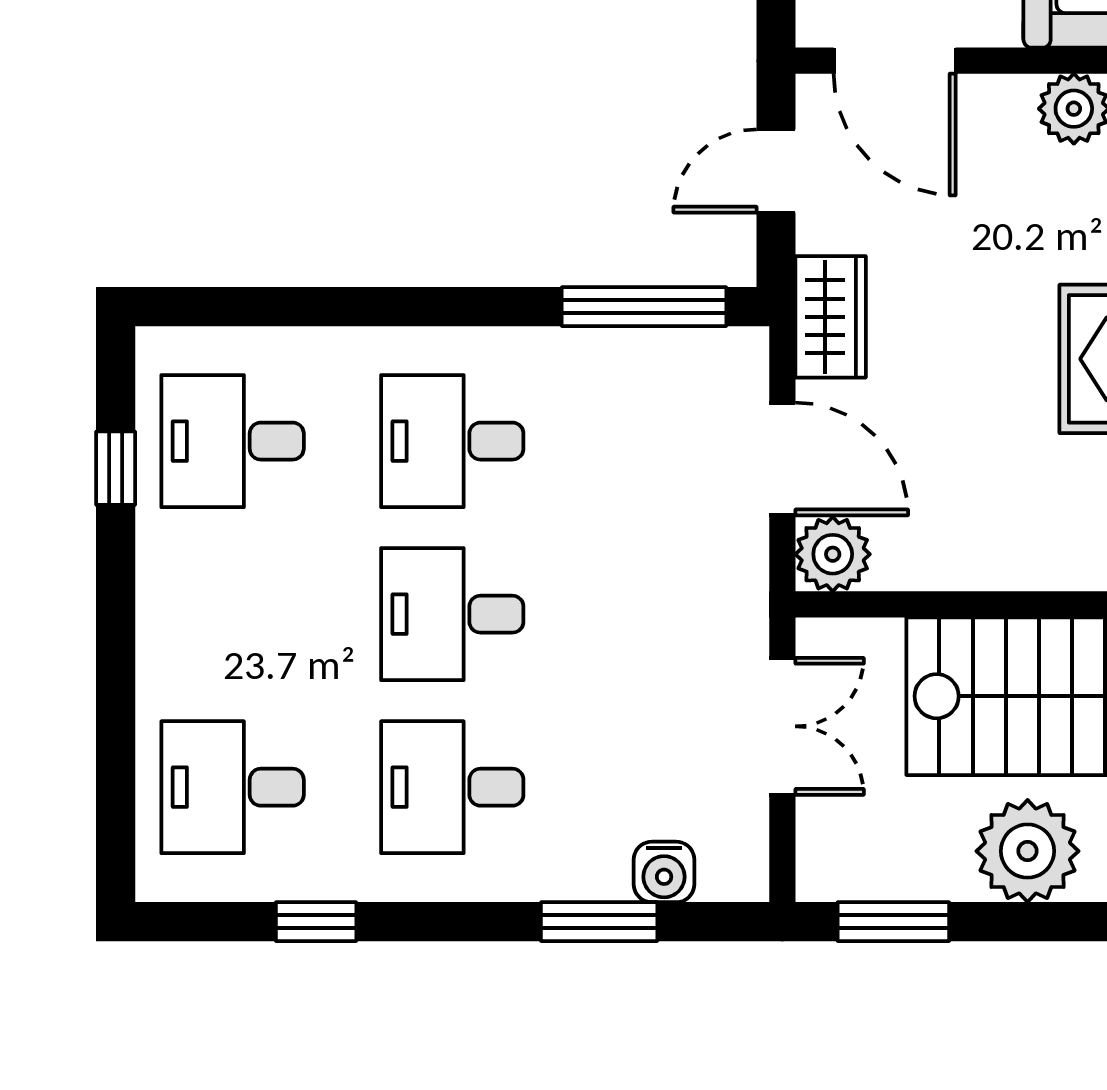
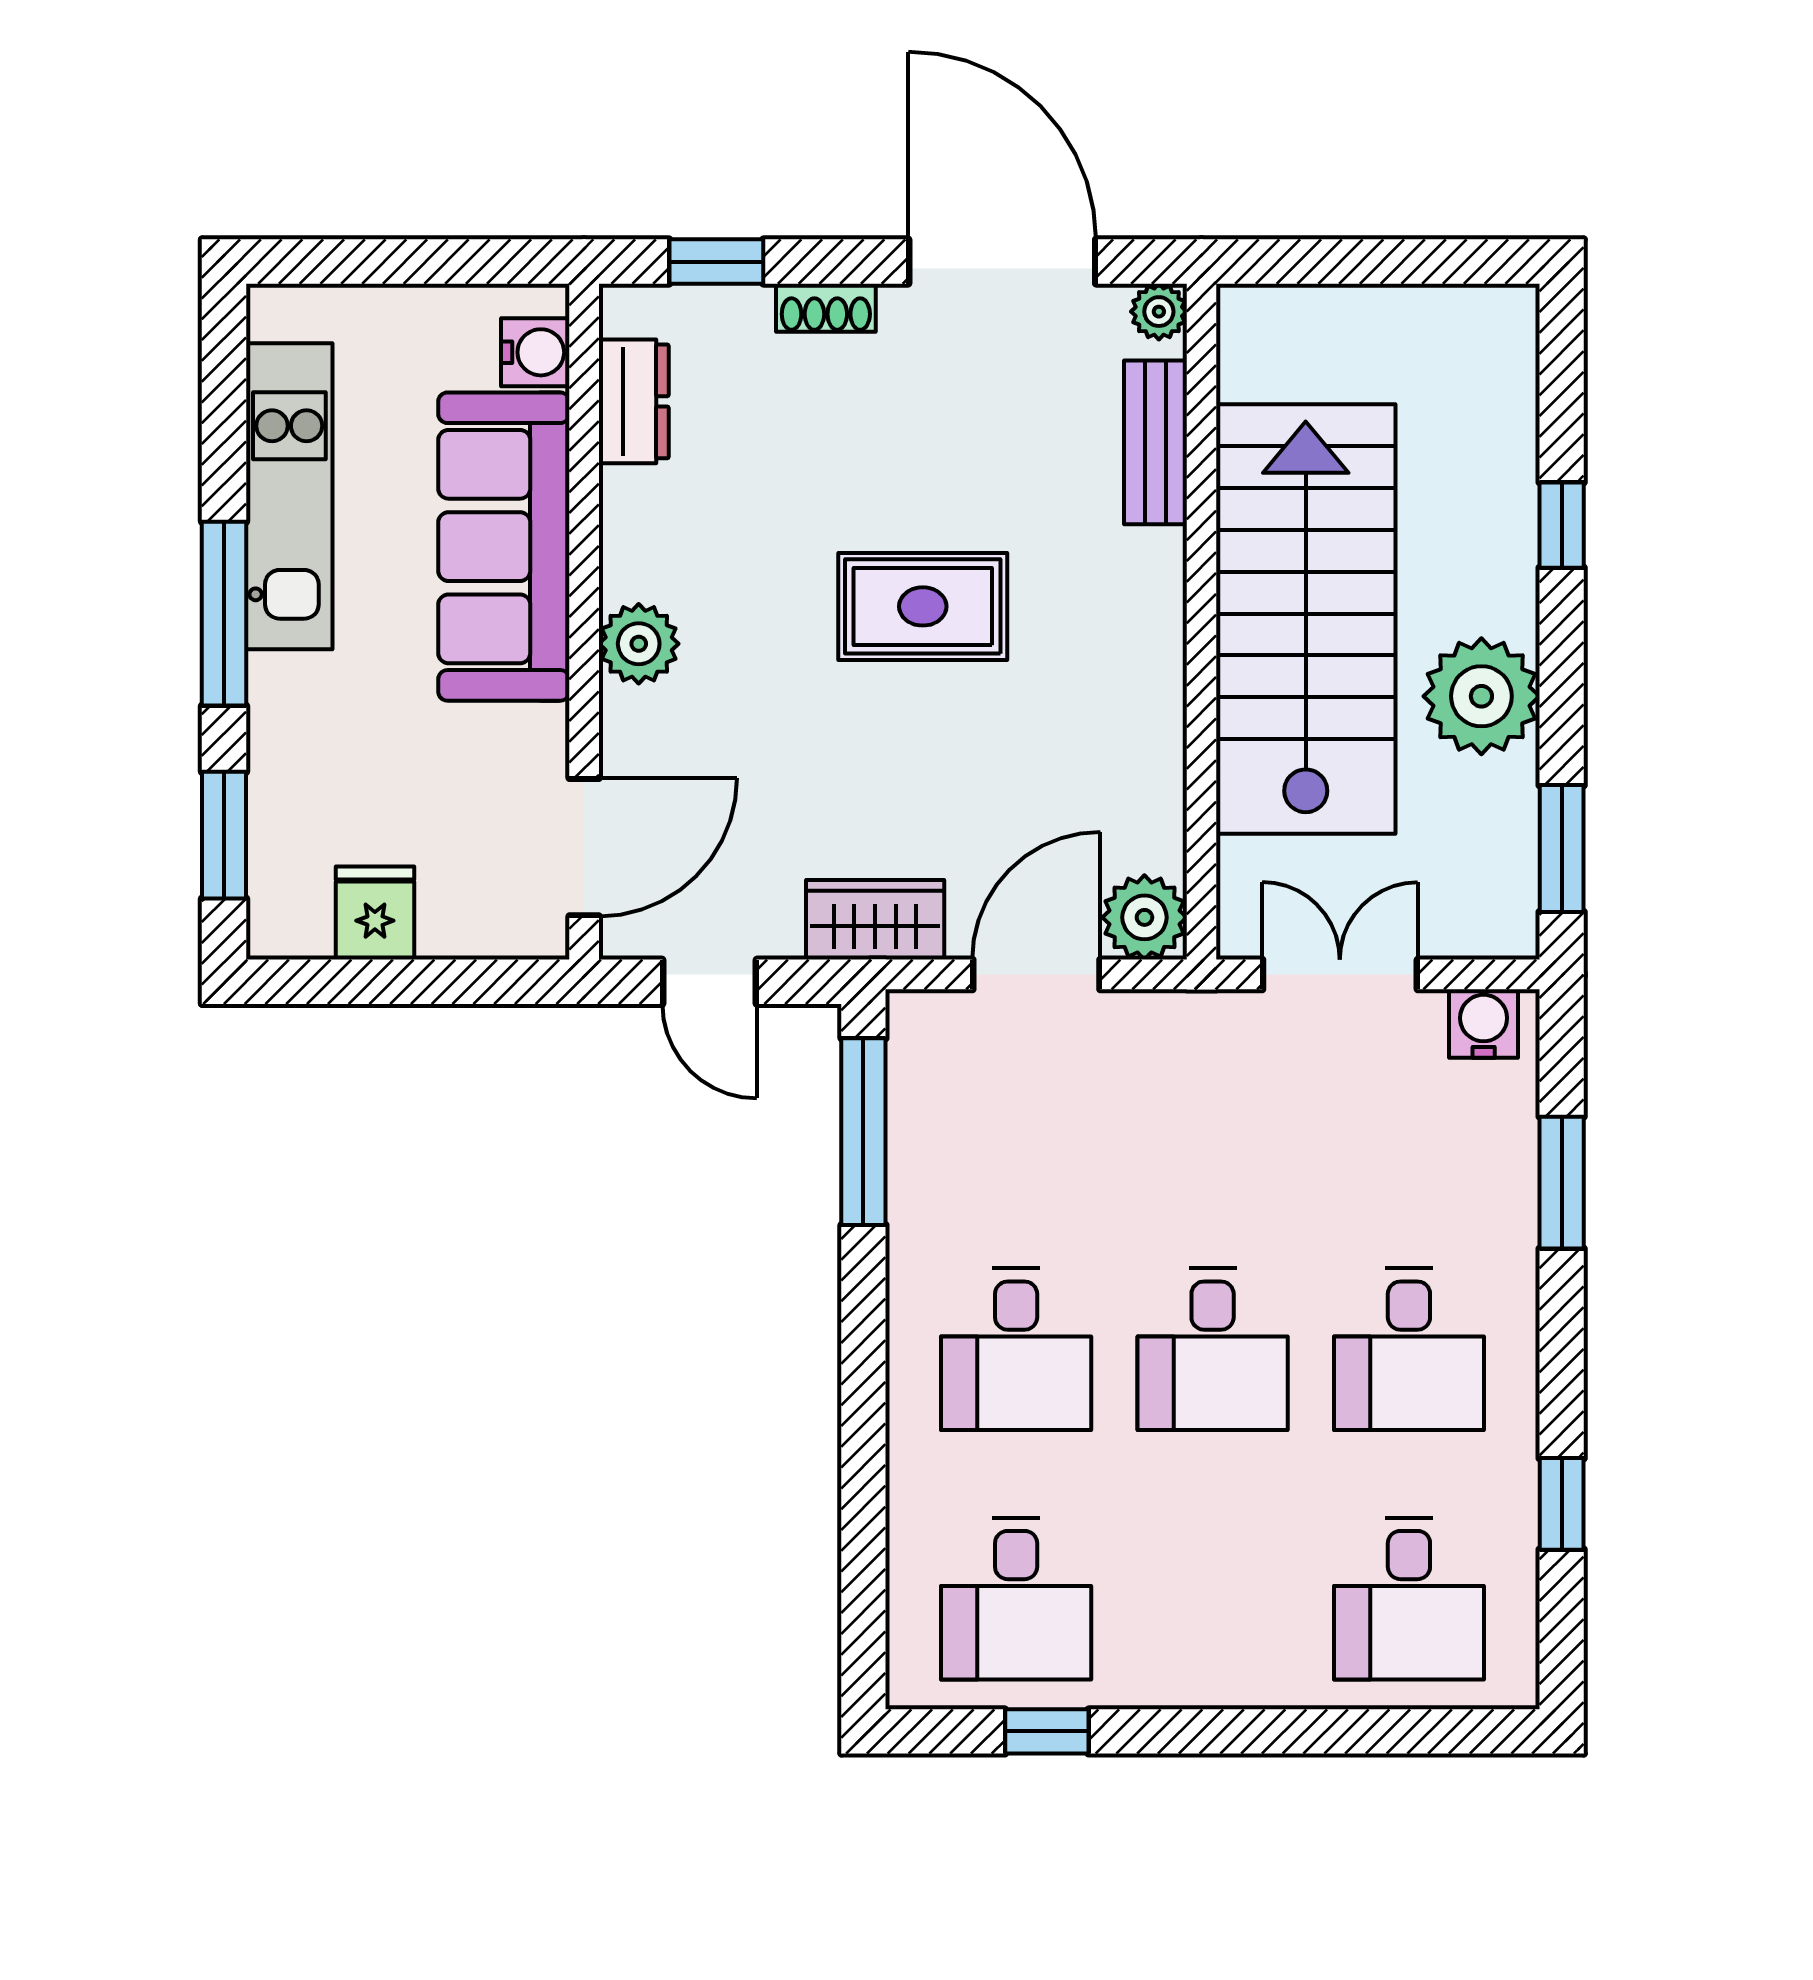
water cooler: (664, 872) -> (1484, 1024), moved, turned -90

